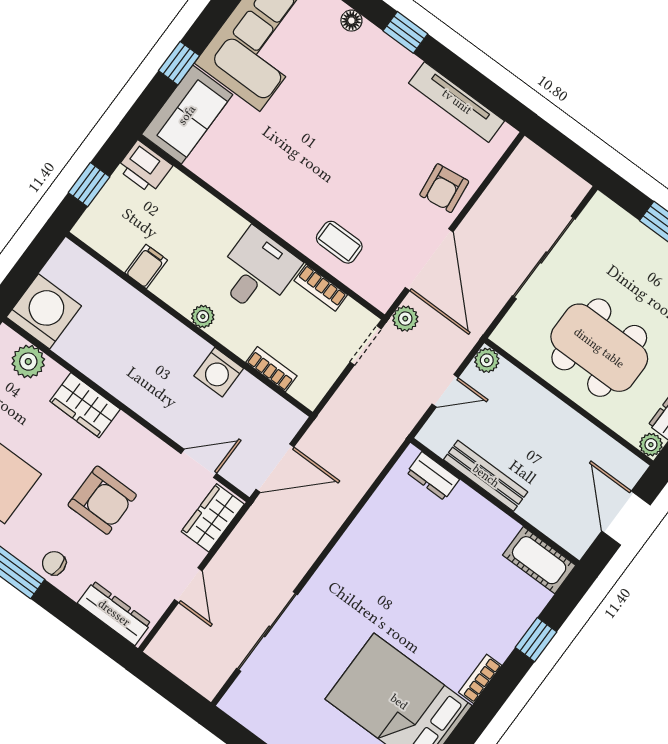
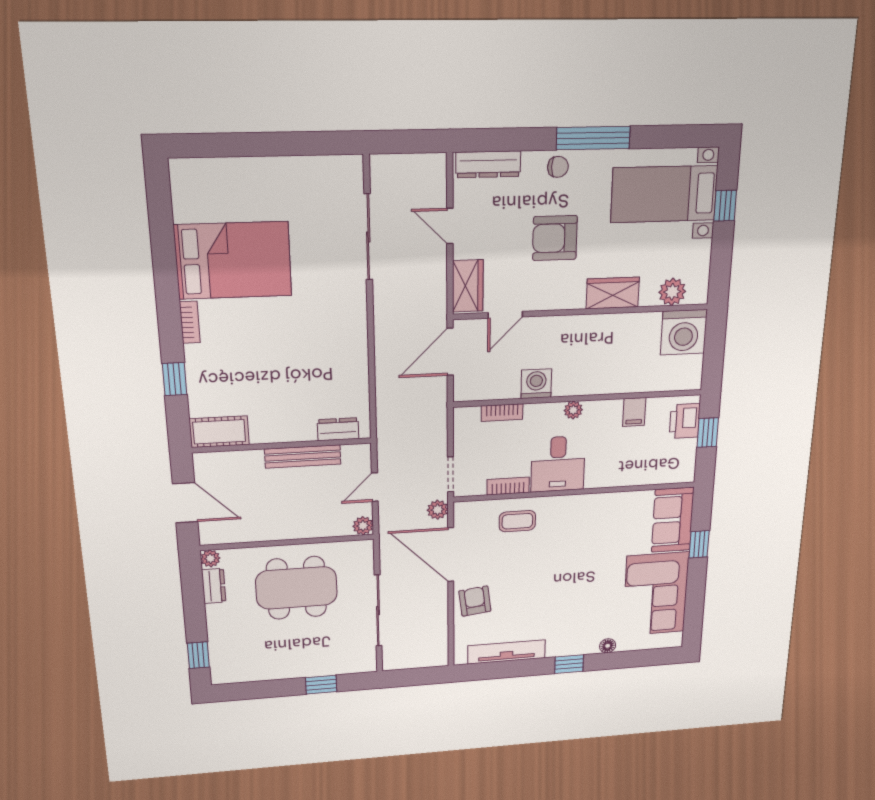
printer: (145, 167) -> (685, 421), moved, turned -90

